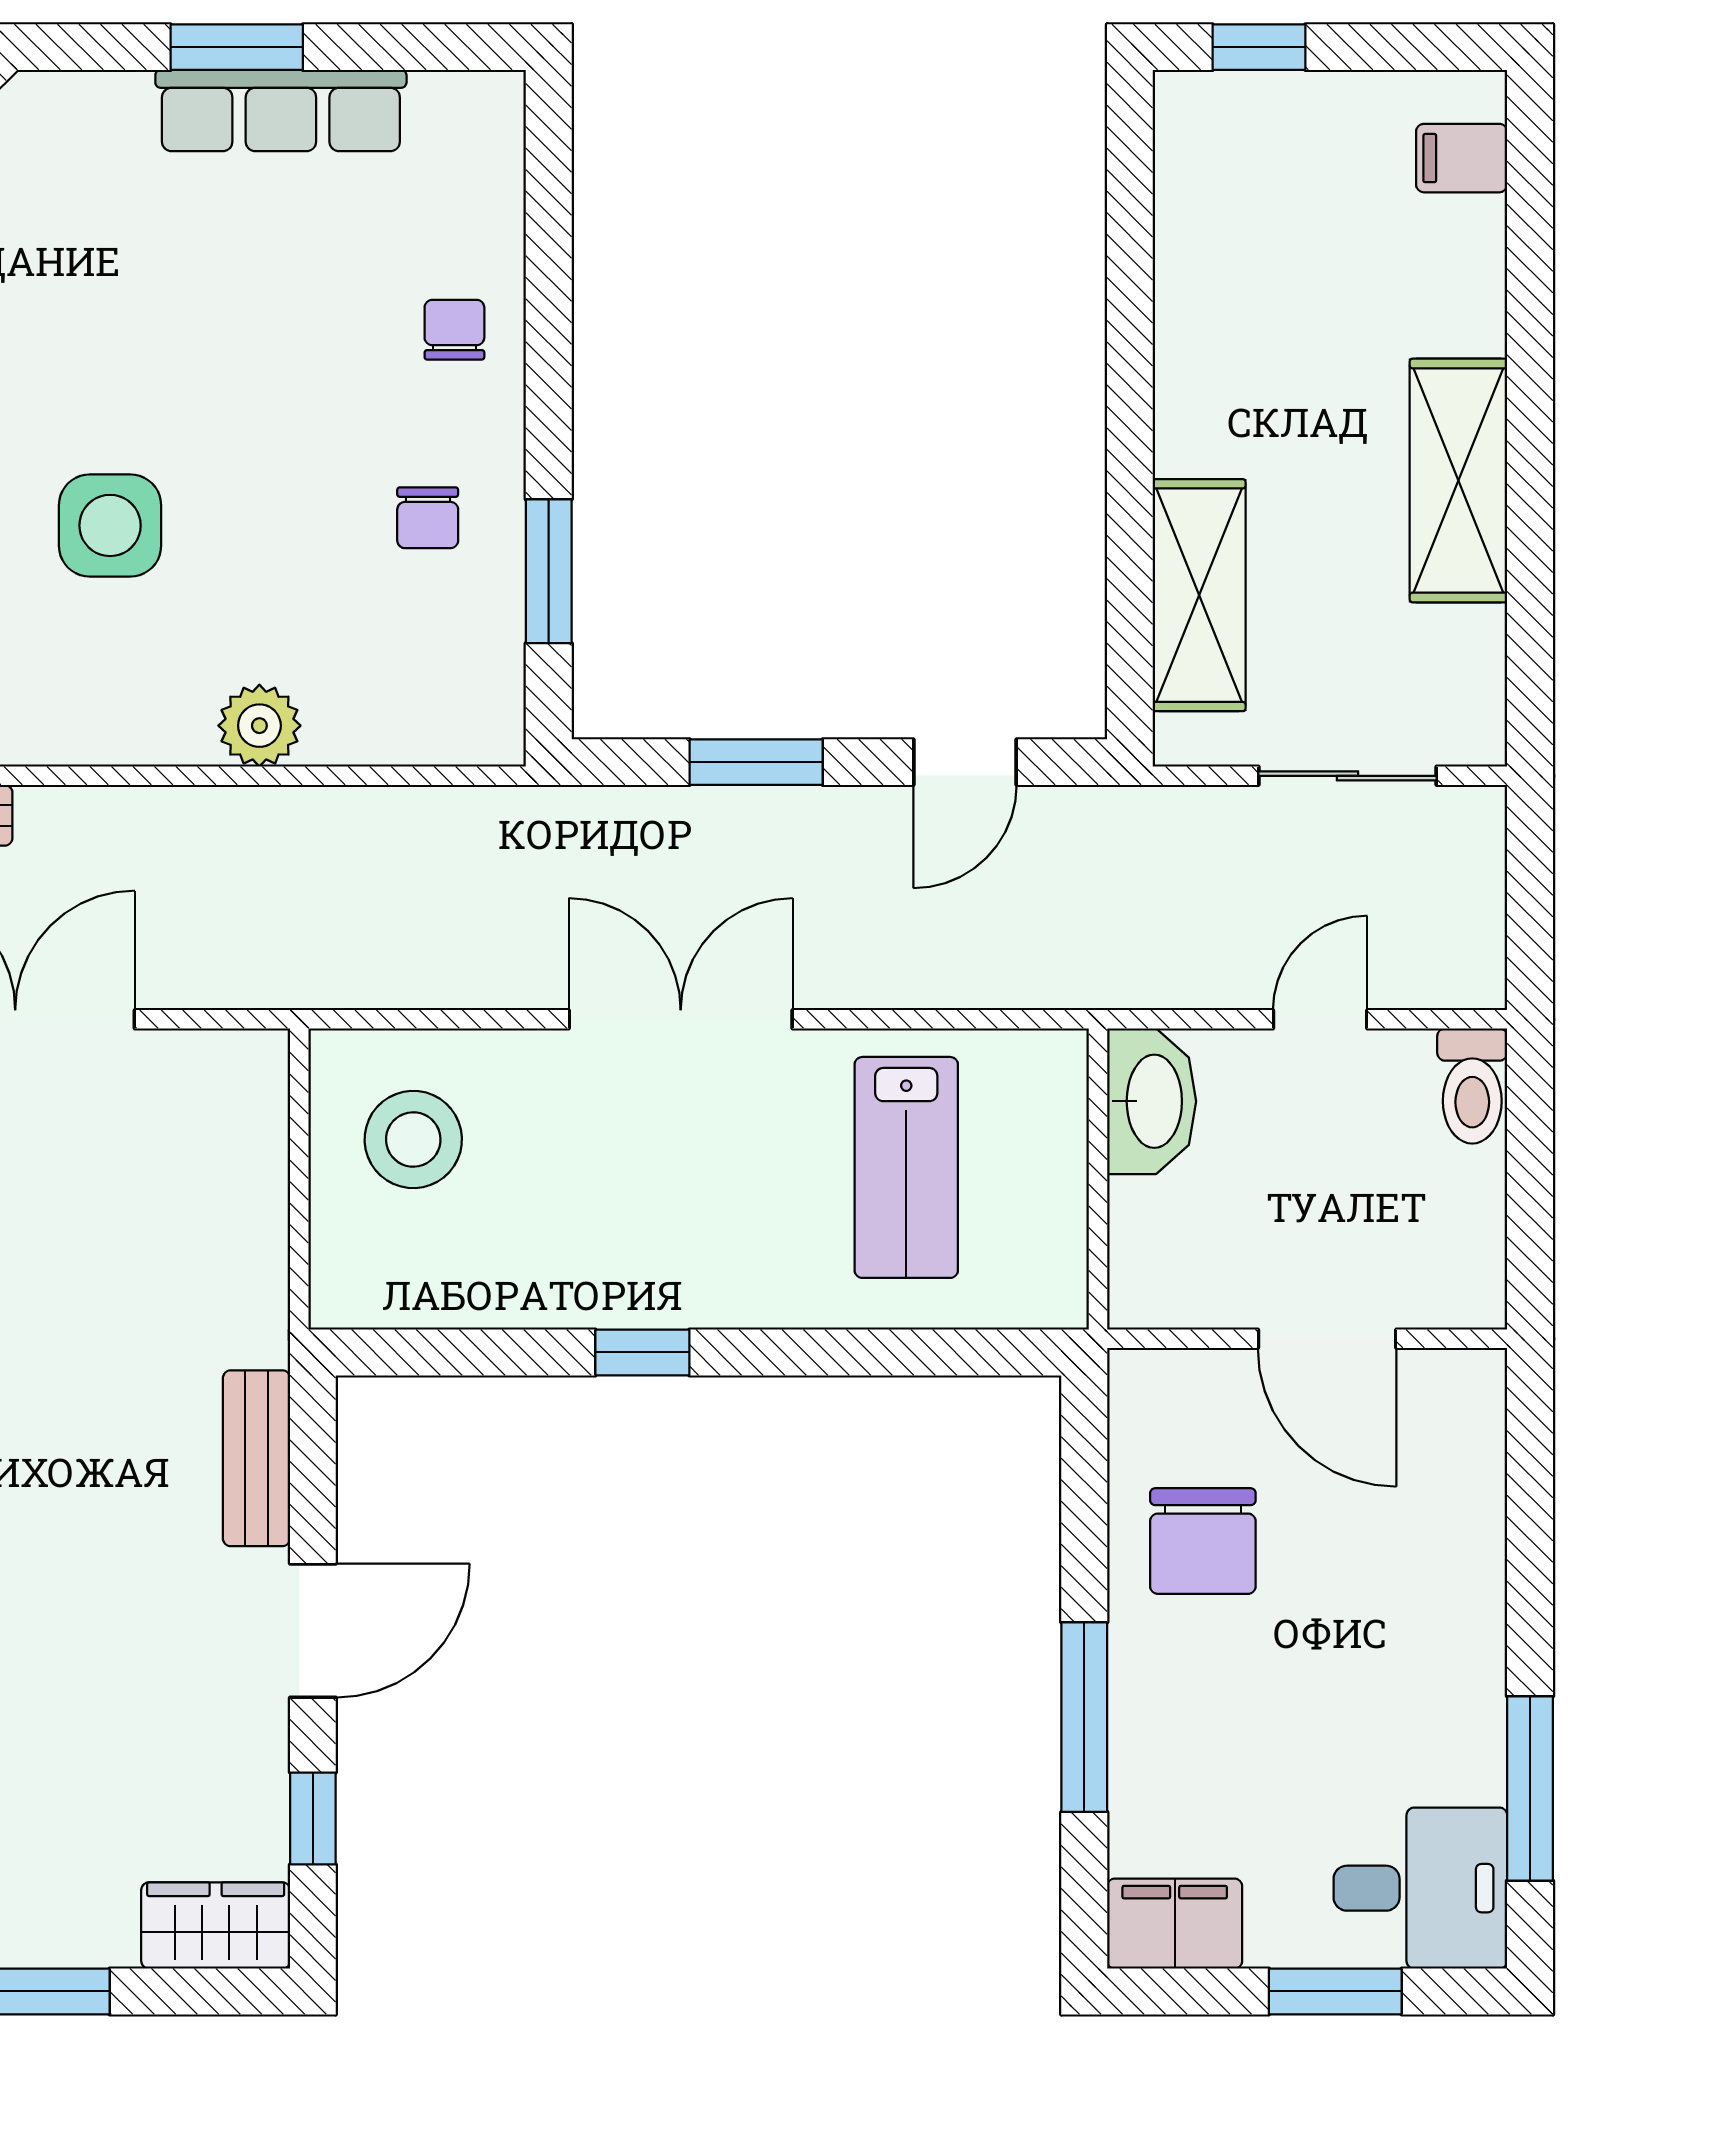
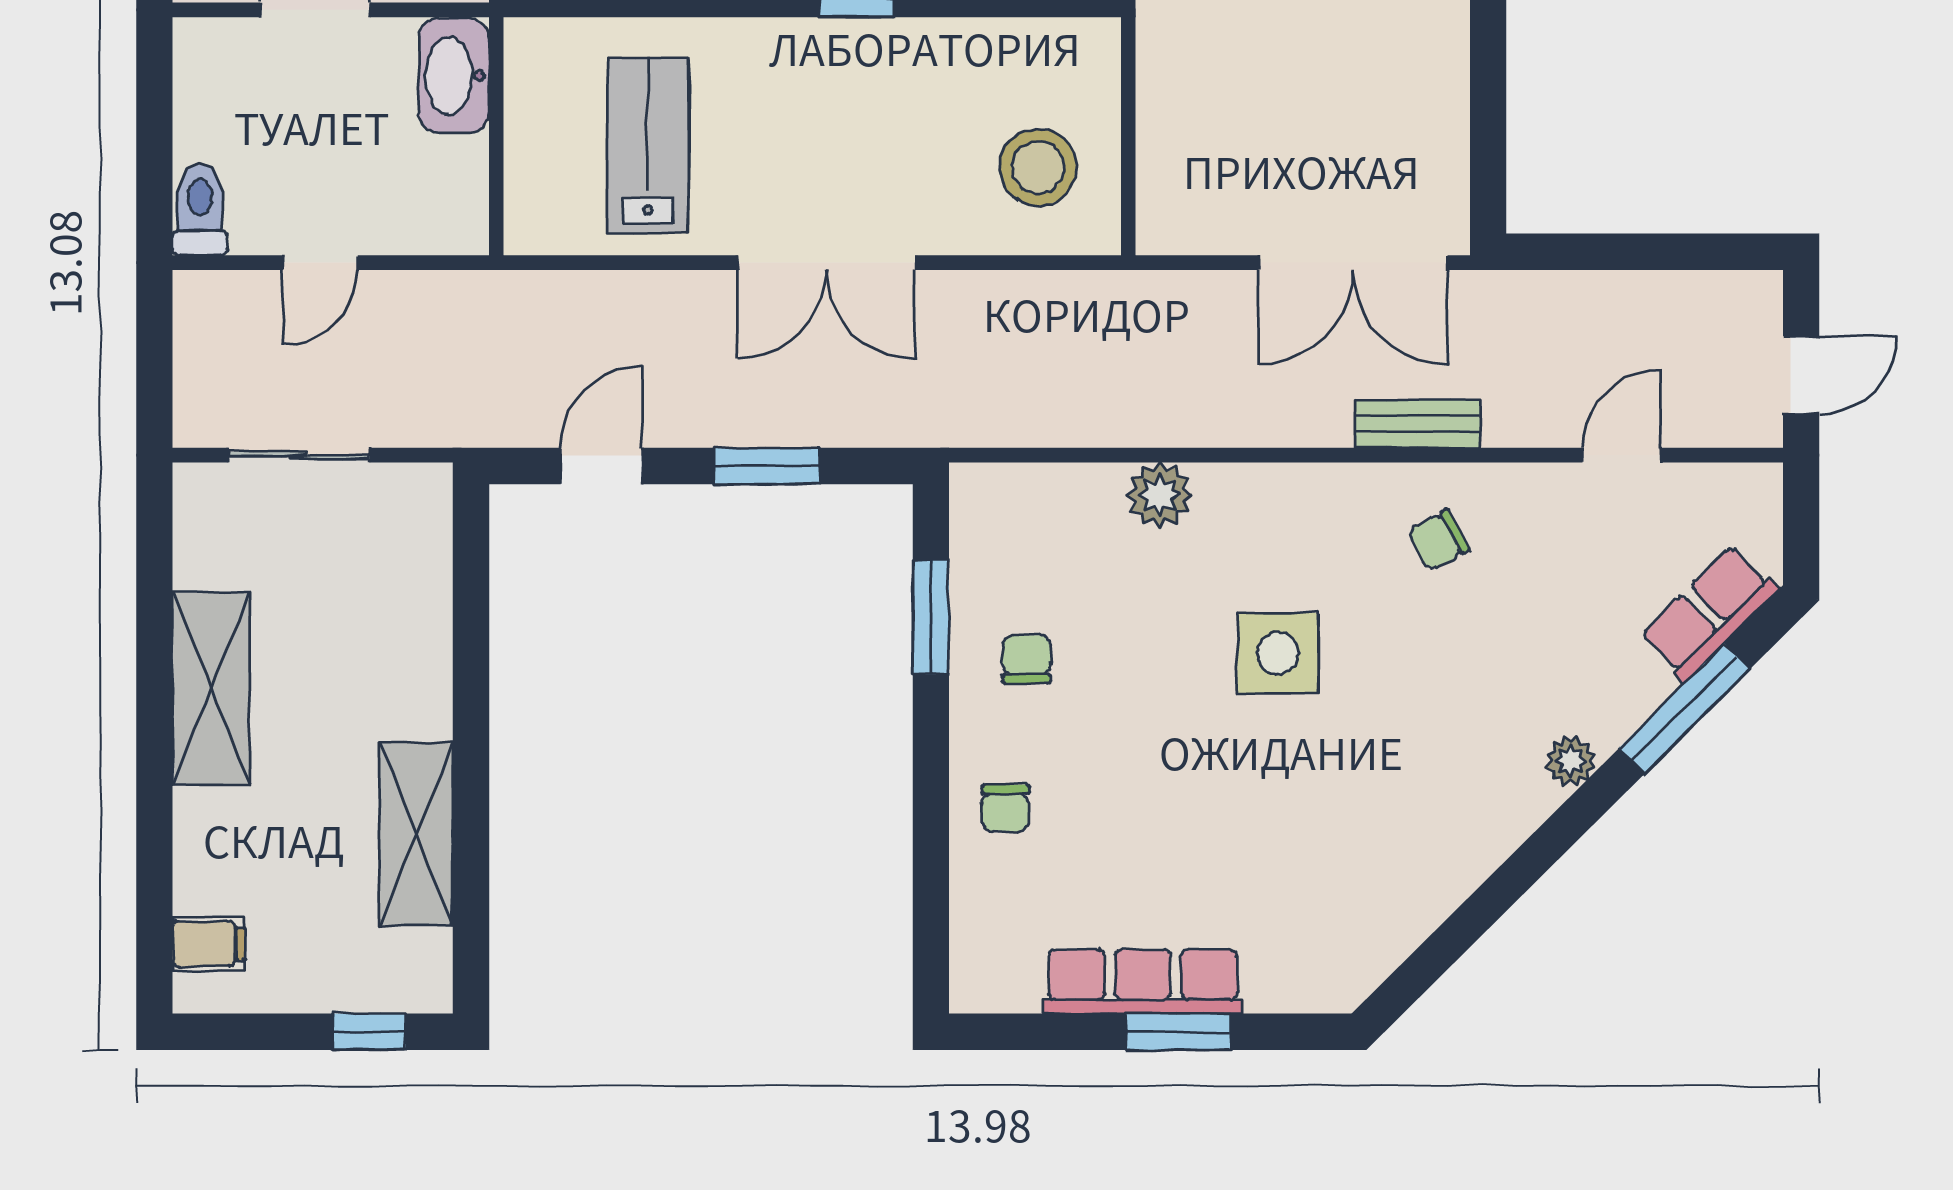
shelving: (1199, 595) -> (416, 834), moved
washbasin: (1152, 1101) -> (454, 76), moved

